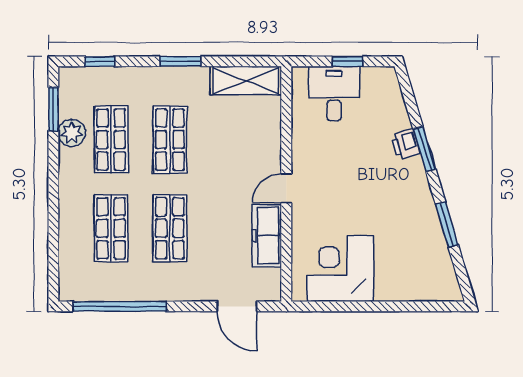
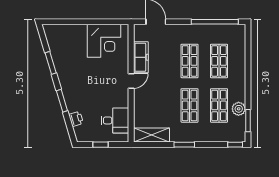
window: (100, 61) -> (235, 145), moved
desk: (334, 94) -> (115, 120), moved, turned -90
printer: (406, 144) -> (76, 119), moved

